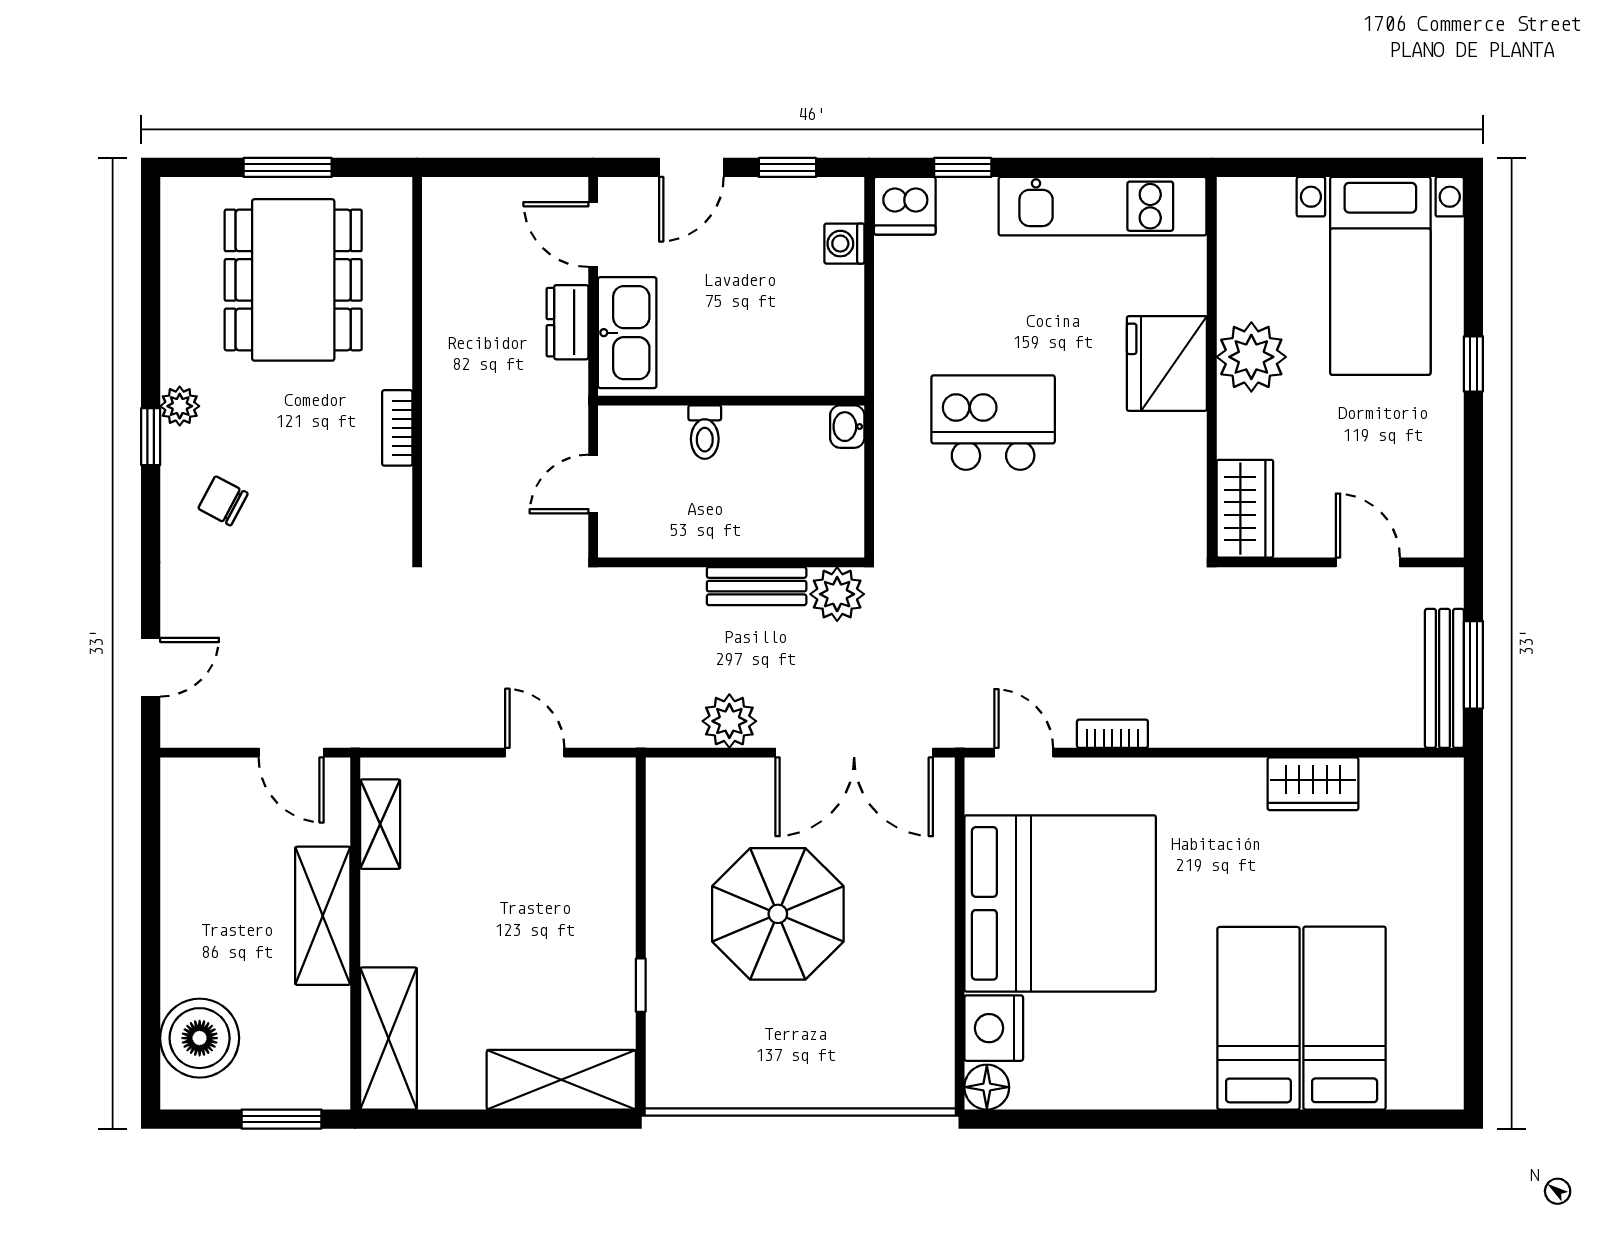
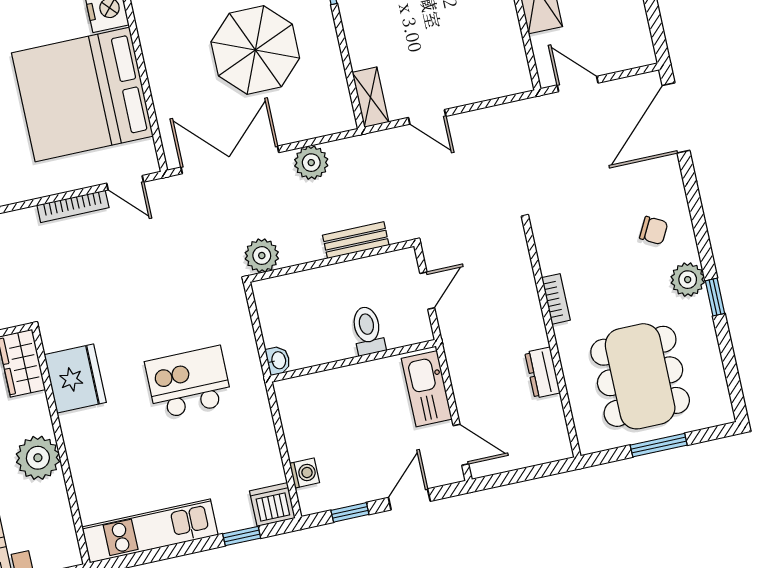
dresser: (568, 322) -> (542, 373), moved, turned 180
fridge: (1167, 363) -> (75, 379), moved
plant: (180, 406) -> (688, 280), width x1.38, depth x1.38
kitchen island: (993, 423) -> (189, 382), turned 180
toilet: (705, 432) -> (368, 331), width x1.37, depth x1.39
window: (151, 437) -> (715, 297), moved
bench: (757, 586) -> (356, 240), moved
door: (151, 667) -> (676, 118), width x1.88
bookcase: (1112, 734) -> (73, 206), width x1.56
shelving: (380, 824) -> (370, 97), moved

